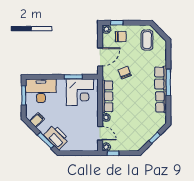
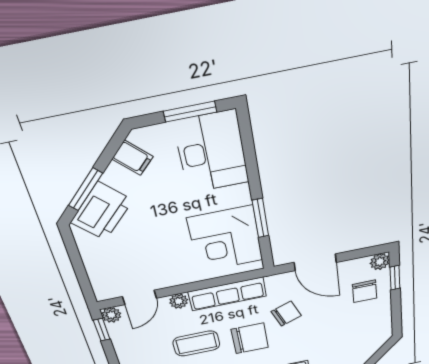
coffee table: (147, 40) -> (196, 343), moved
chair: (135, 91) -> (250, 338), added

